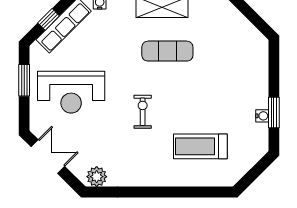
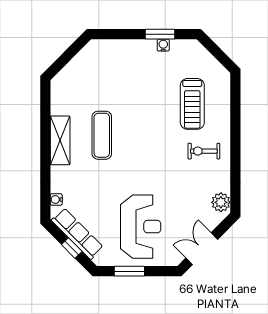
exercise bike: (143, 112) -> (204, 151), moved

